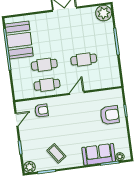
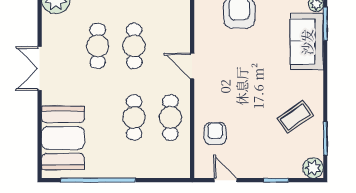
booth: (19, 40) -> (63, 138), moved, turned 90
cafe table: (81, 40) -> (98, 46), added

